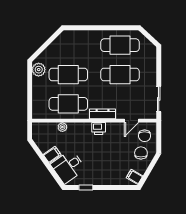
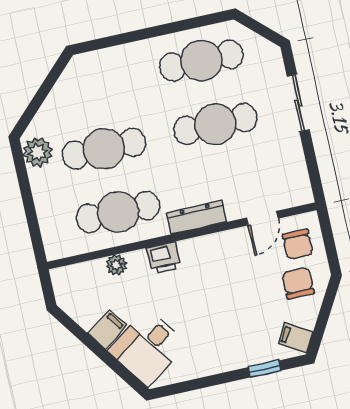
sliding door: (159, 99) -> (298, 103), moved
printer: (99, 129) -> (164, 258), moved
window: (86, 188) -> (264, 369), moved

